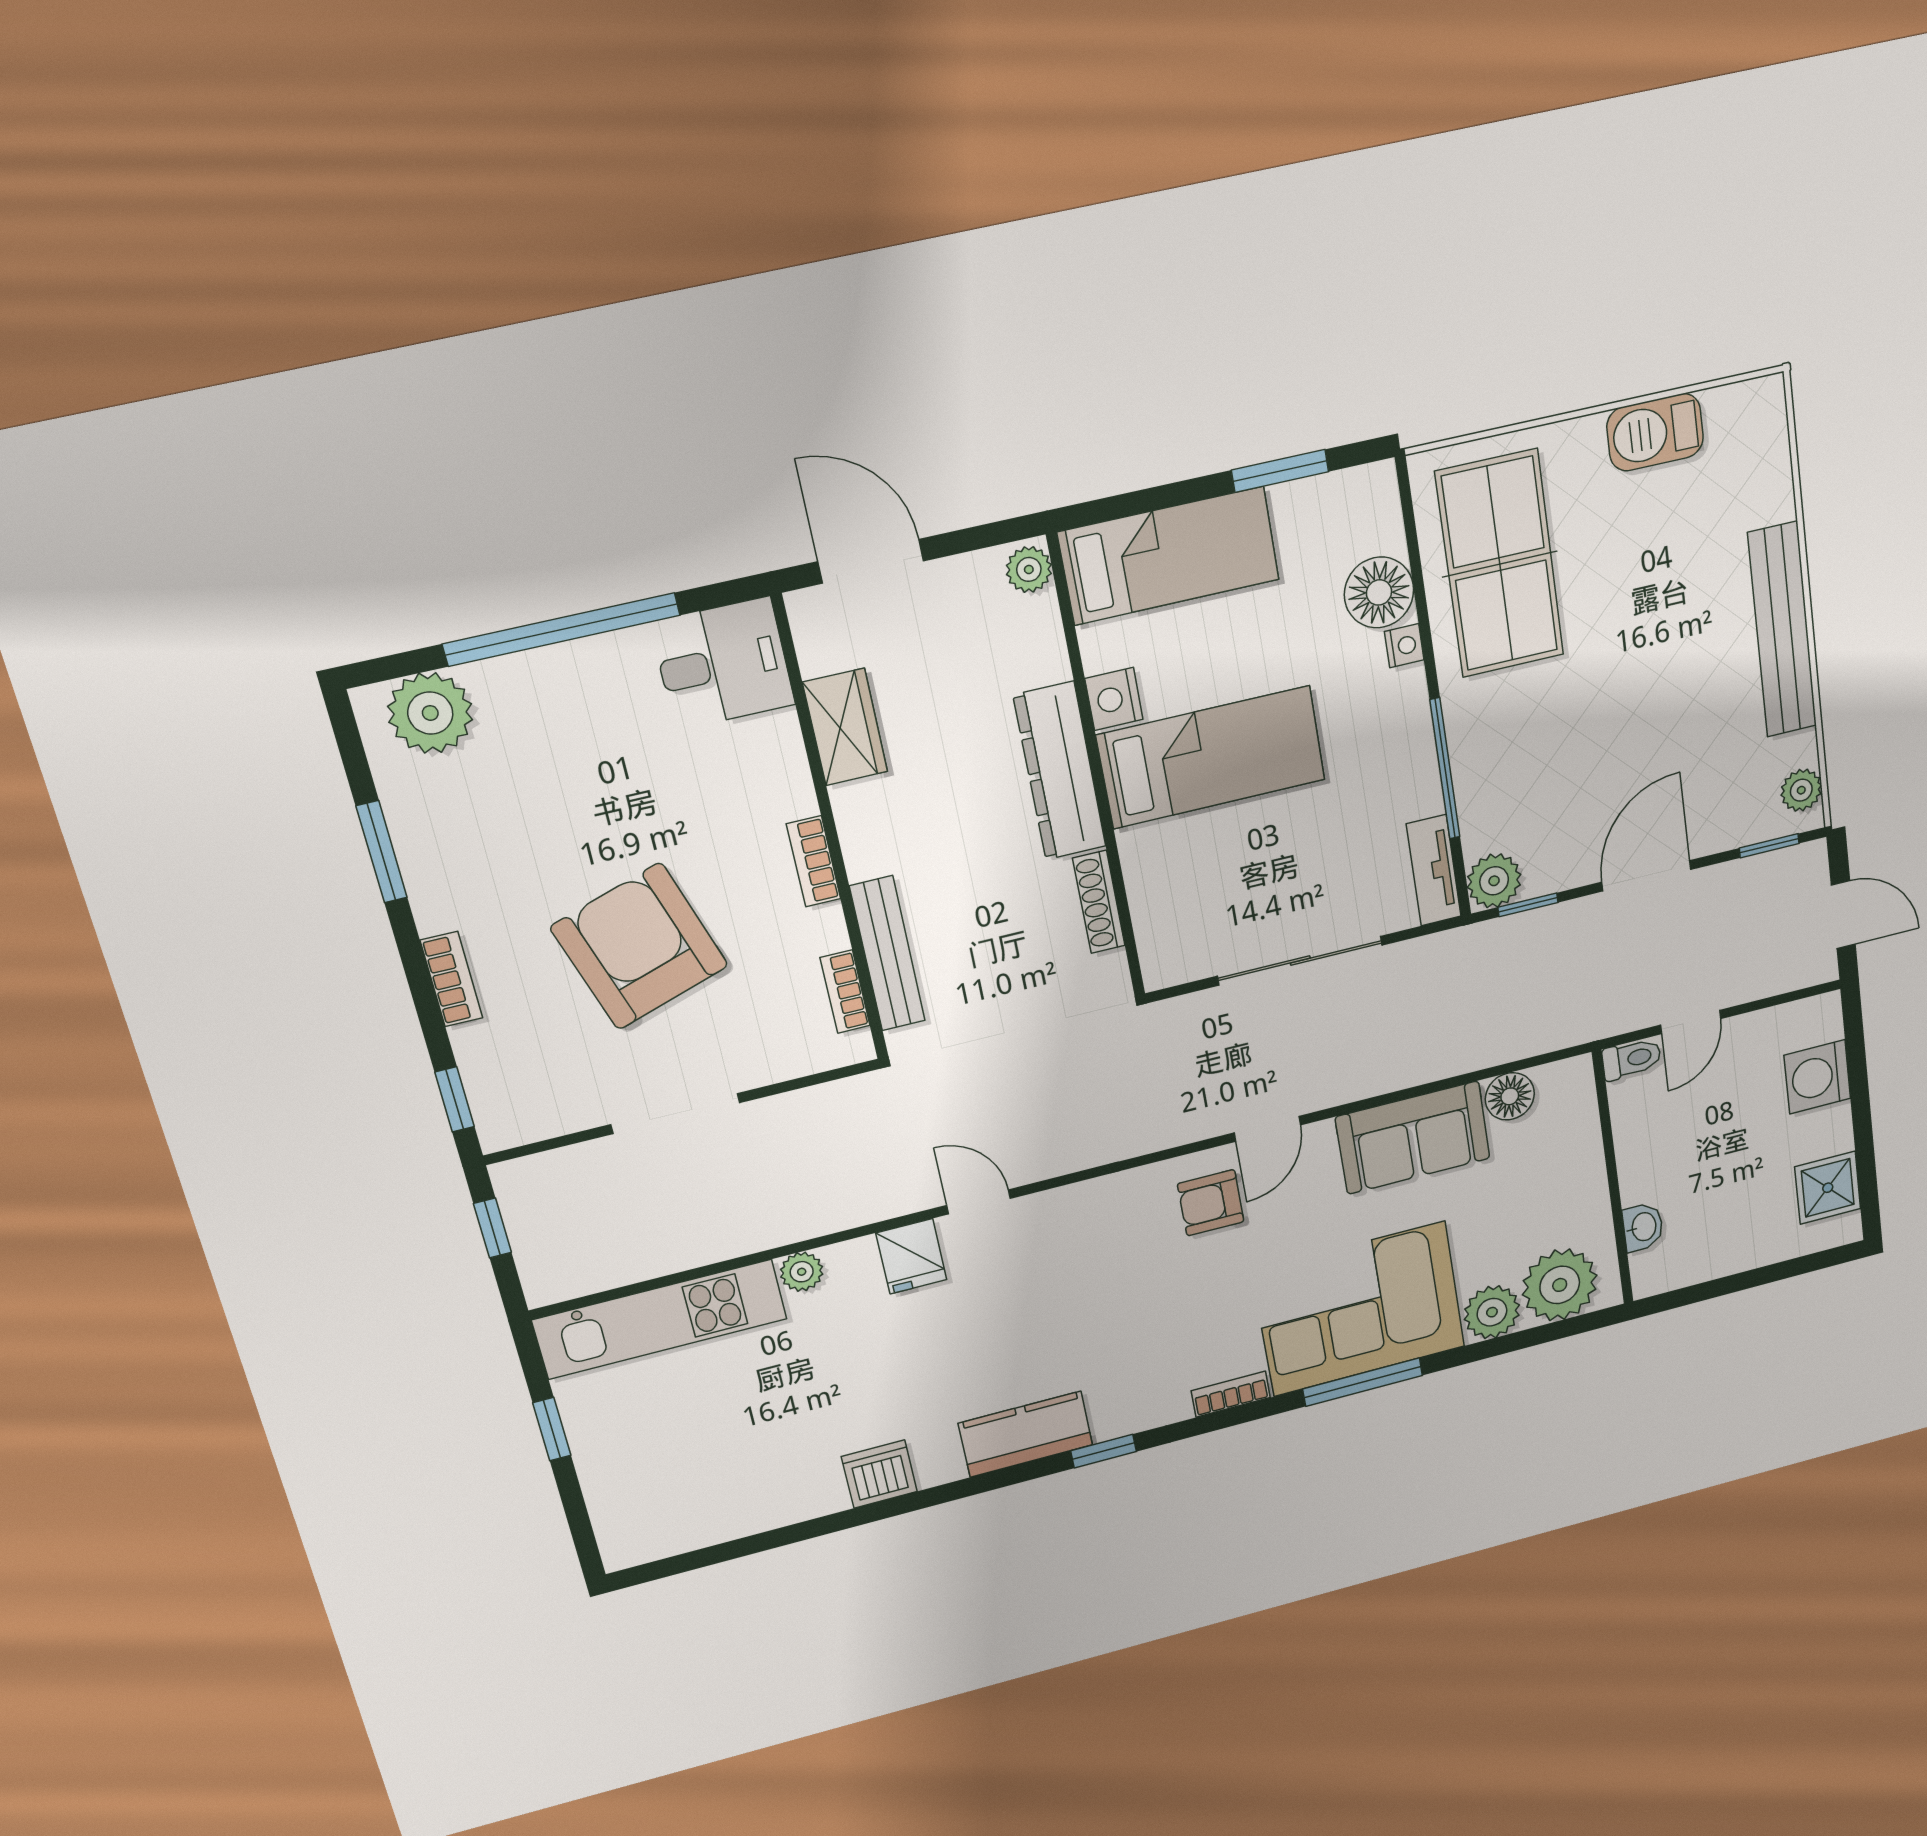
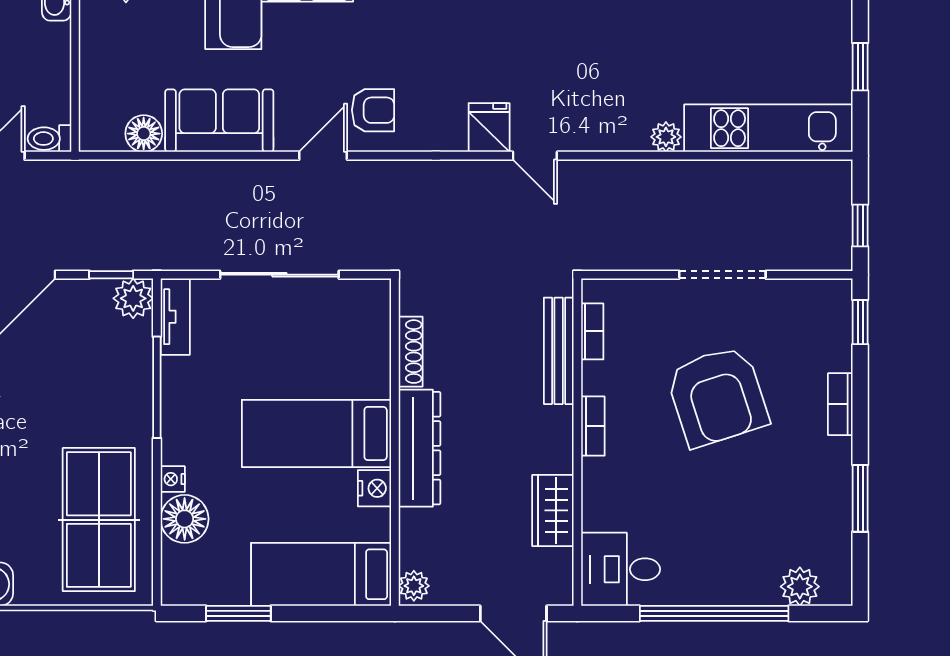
plant: (430, 713) -> (800, 587), width x0.73, depth x0.73
fridge: (911, 1256) -> (489, 127), moved

